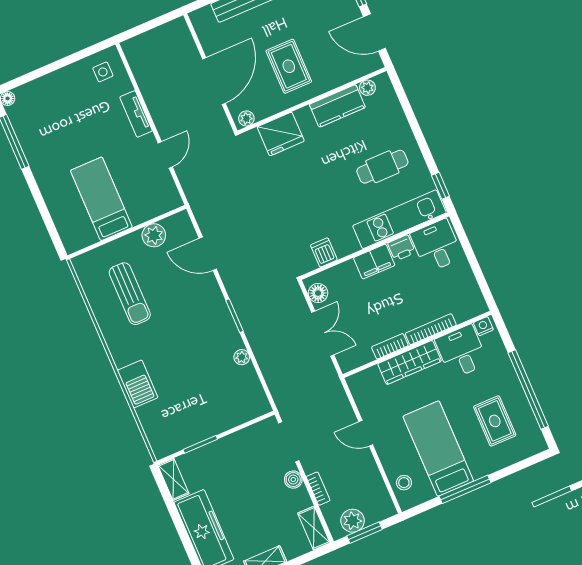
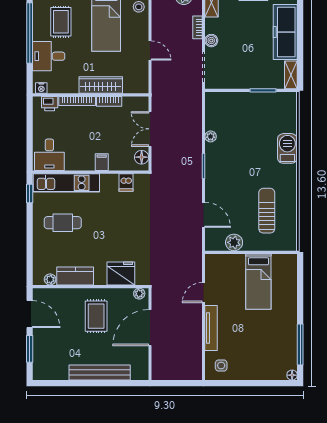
tv unit: (136, 114) -> (211, 328), width x1.41
printer: (401, 248) -> (50, 104), moved, turned 180
filing cabinet: (374, 261) -> (102, 162), width x0.50
desk: (462, 352) -> (49, 56), moved, turned 90

